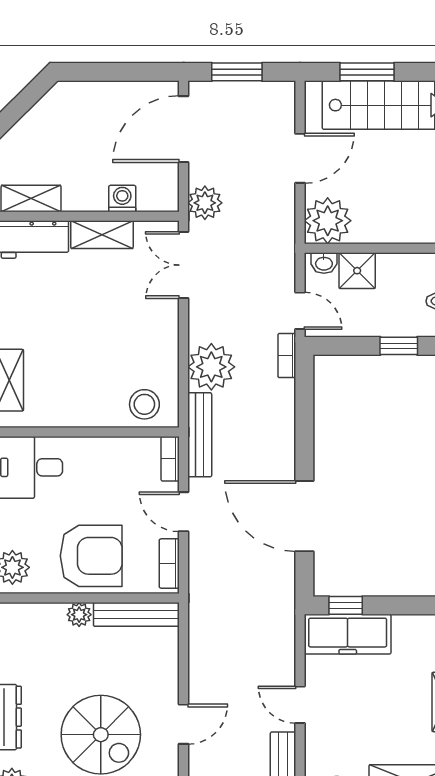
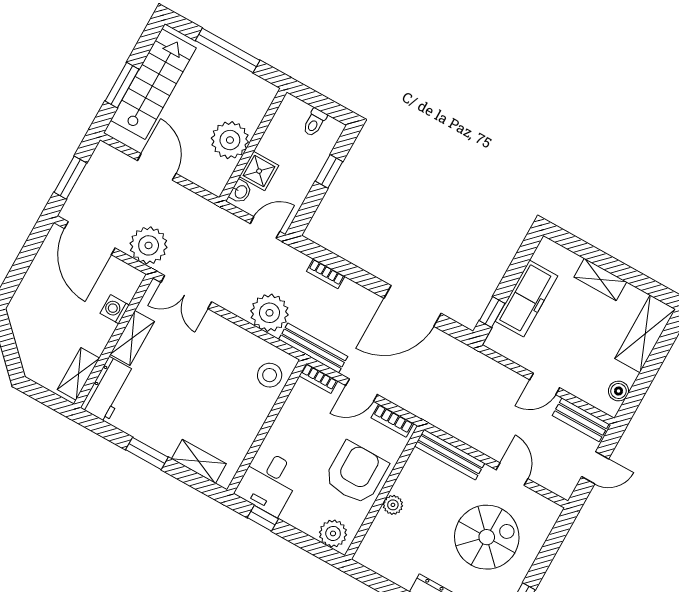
plant: (205, 203) -> (149, 245), width x1.36, depth x1.36
plant: (328, 221) -> (230, 140), moved
bookcase: (287, 356) -> (326, 274), moved
bench: (136, 614) -> (450, 455), moved, turned 90
freezer: (348, 634) -> (526, 299), moved

